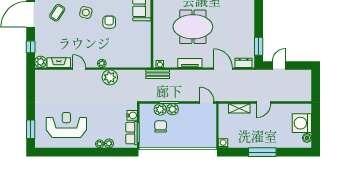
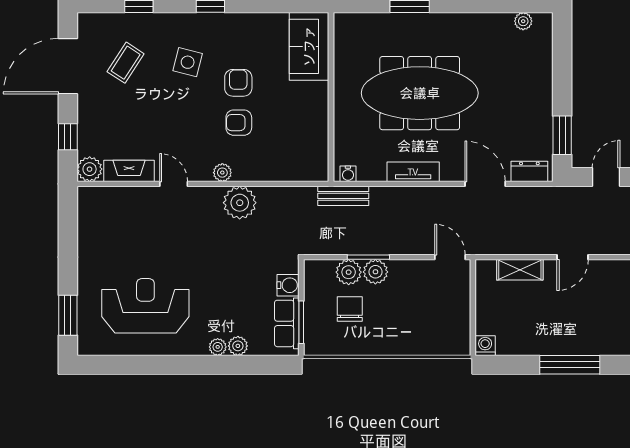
meeting table: (193, 27) -> (420, 93), width x1.36
armchair: (109, 40) -> (239, 123), added

